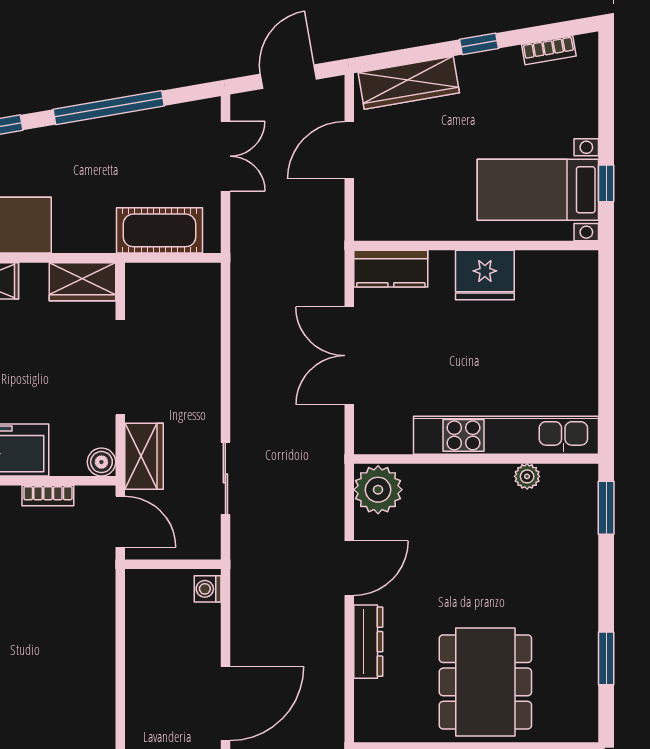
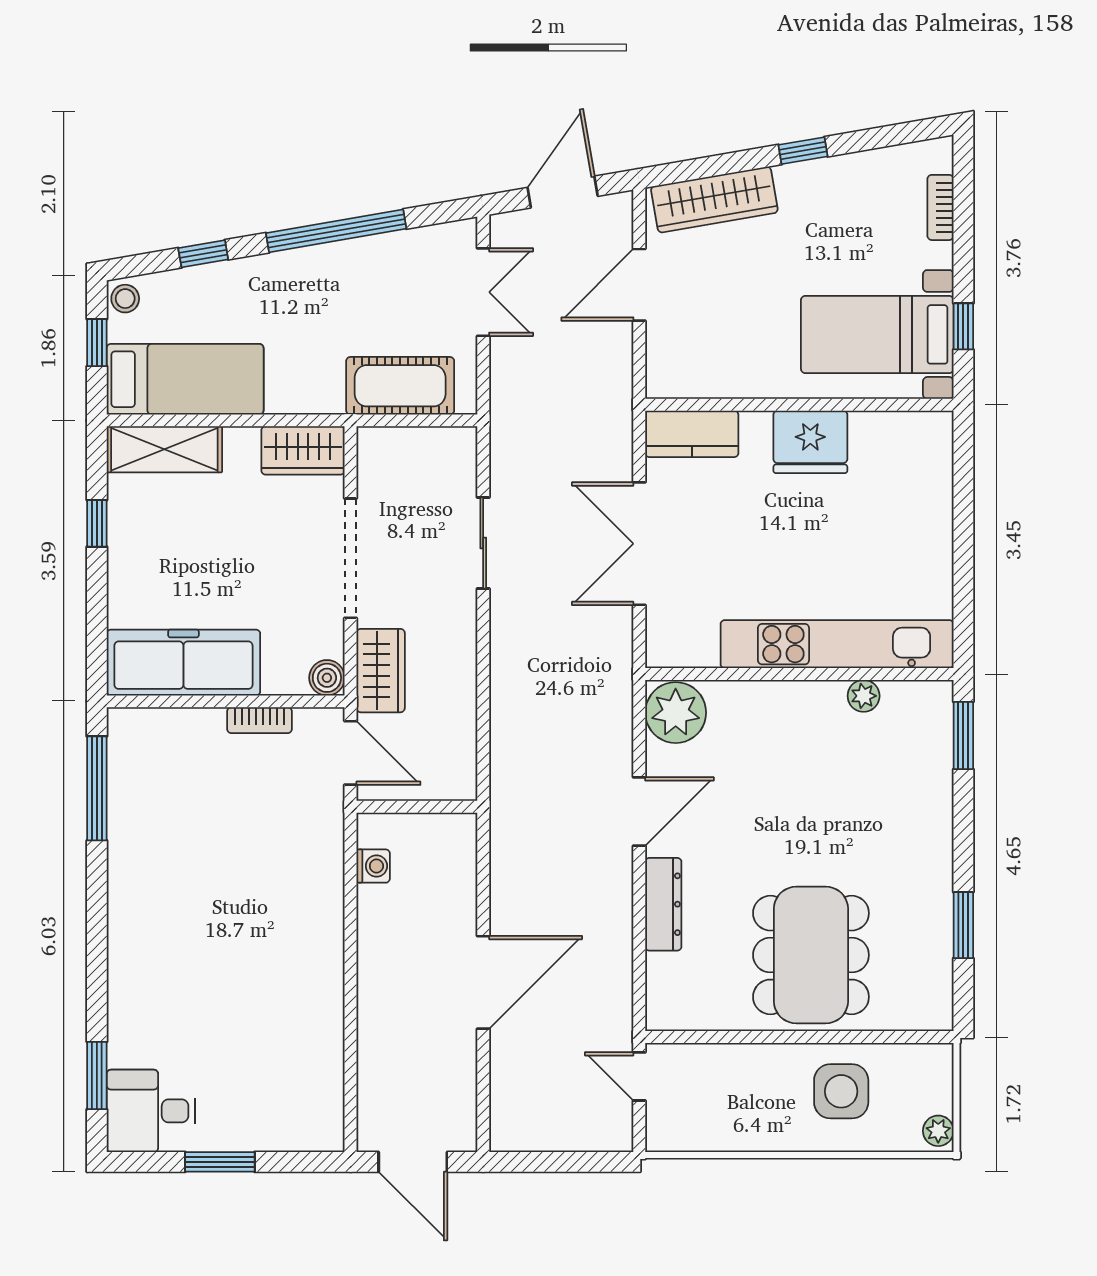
bookcase: (549, 50) -> (940, 207), moved, turned 100
sliding door: (225, 478) -> (483, 543), moved
washing machine: (208, 589) -> (373, 866), moved, turned 180

